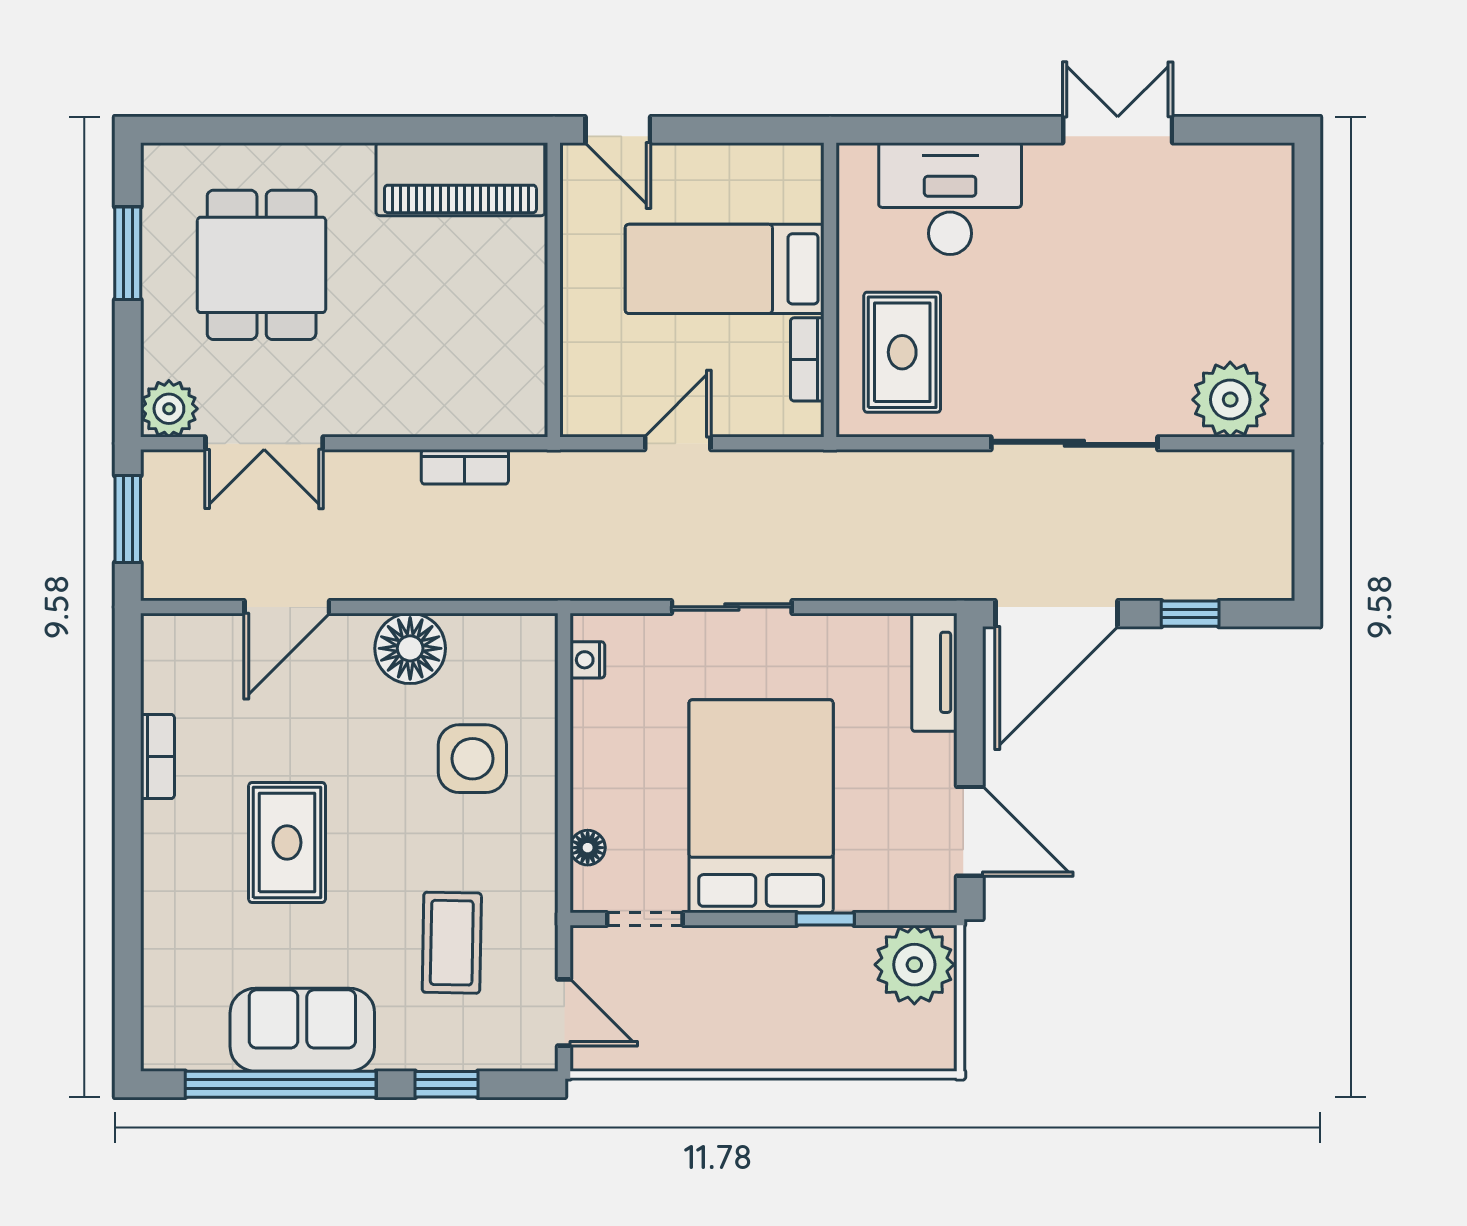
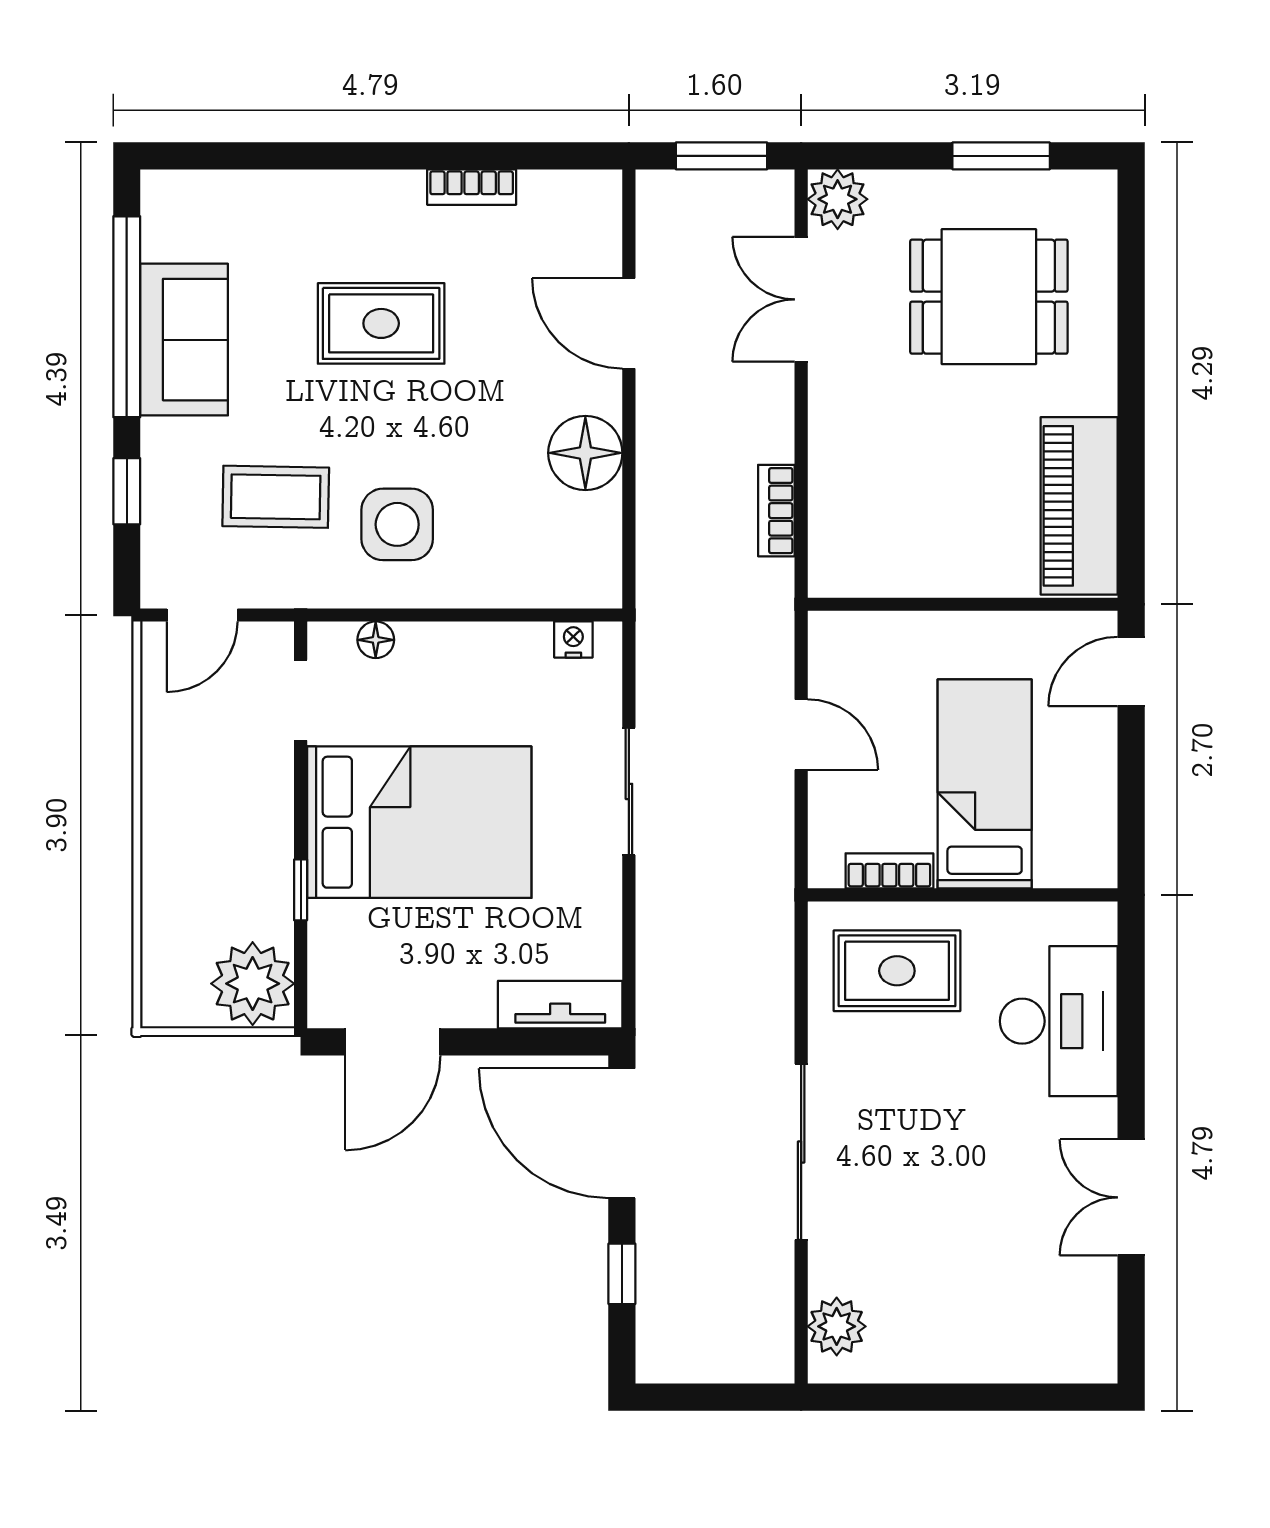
double door: (1118, 130) -> (1131, 1197), swing flipped
plant: (1230, 400) -> (837, 1326), width x0.73, depth x0.73
side table: (472, 759) -> (397, 524), moved

